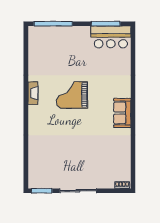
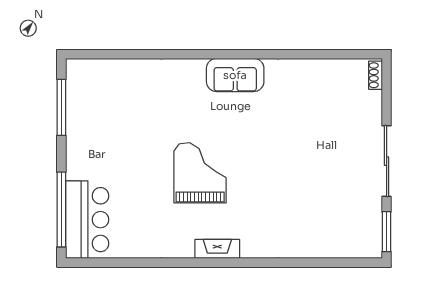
bar counter: (111, 37) -> (87, 220), moved
fireplace: (33, 93) -> (217, 249), moved
grand piano: (72, 95) -> (200, 173), turned 180

